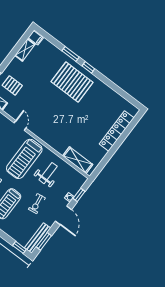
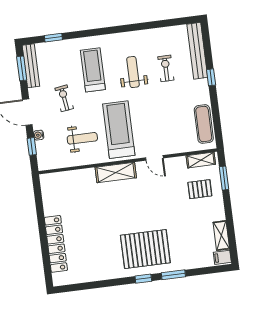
shelving: (78, 160) -> (116, 173), moved
weight bench: (48, 173) -> (82, 138), turned -90
window: (19, 247) -> (53, 38), moved

